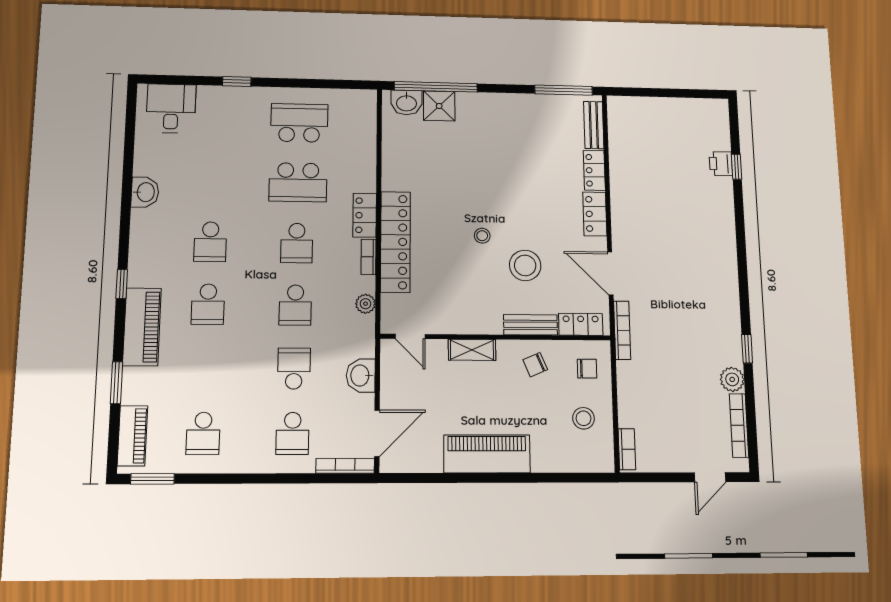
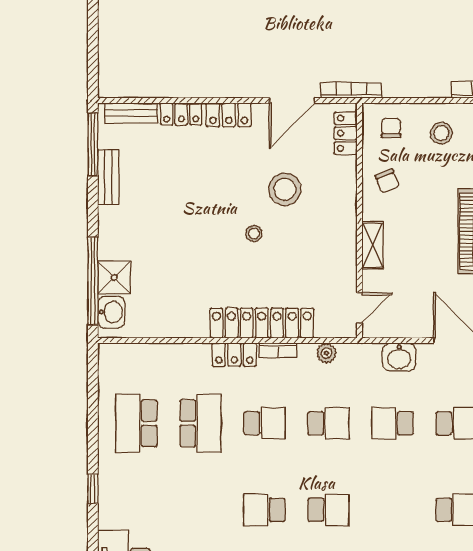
school desk: (210, 242) -> (264, 510), turned 180
bench: (530, 325) -> (108, 177), moved

